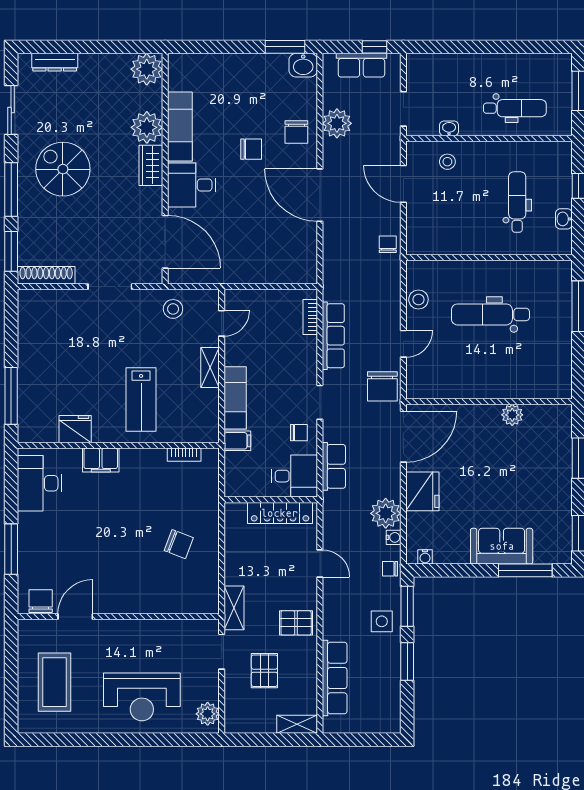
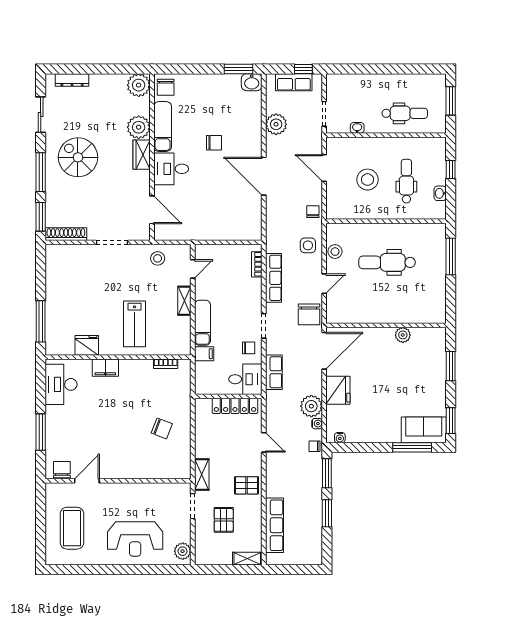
chair: (296, 132) -> (166, 87), moved
stool: (447, 162) -> (368, 180), moved, width x1.89, depth x1.89
door: (165, 242) -> (152, 210), width x0.73
sofa: (502, 546) -> (424, 430), moved
side table: (382, 621) -> (308, 245), moved

